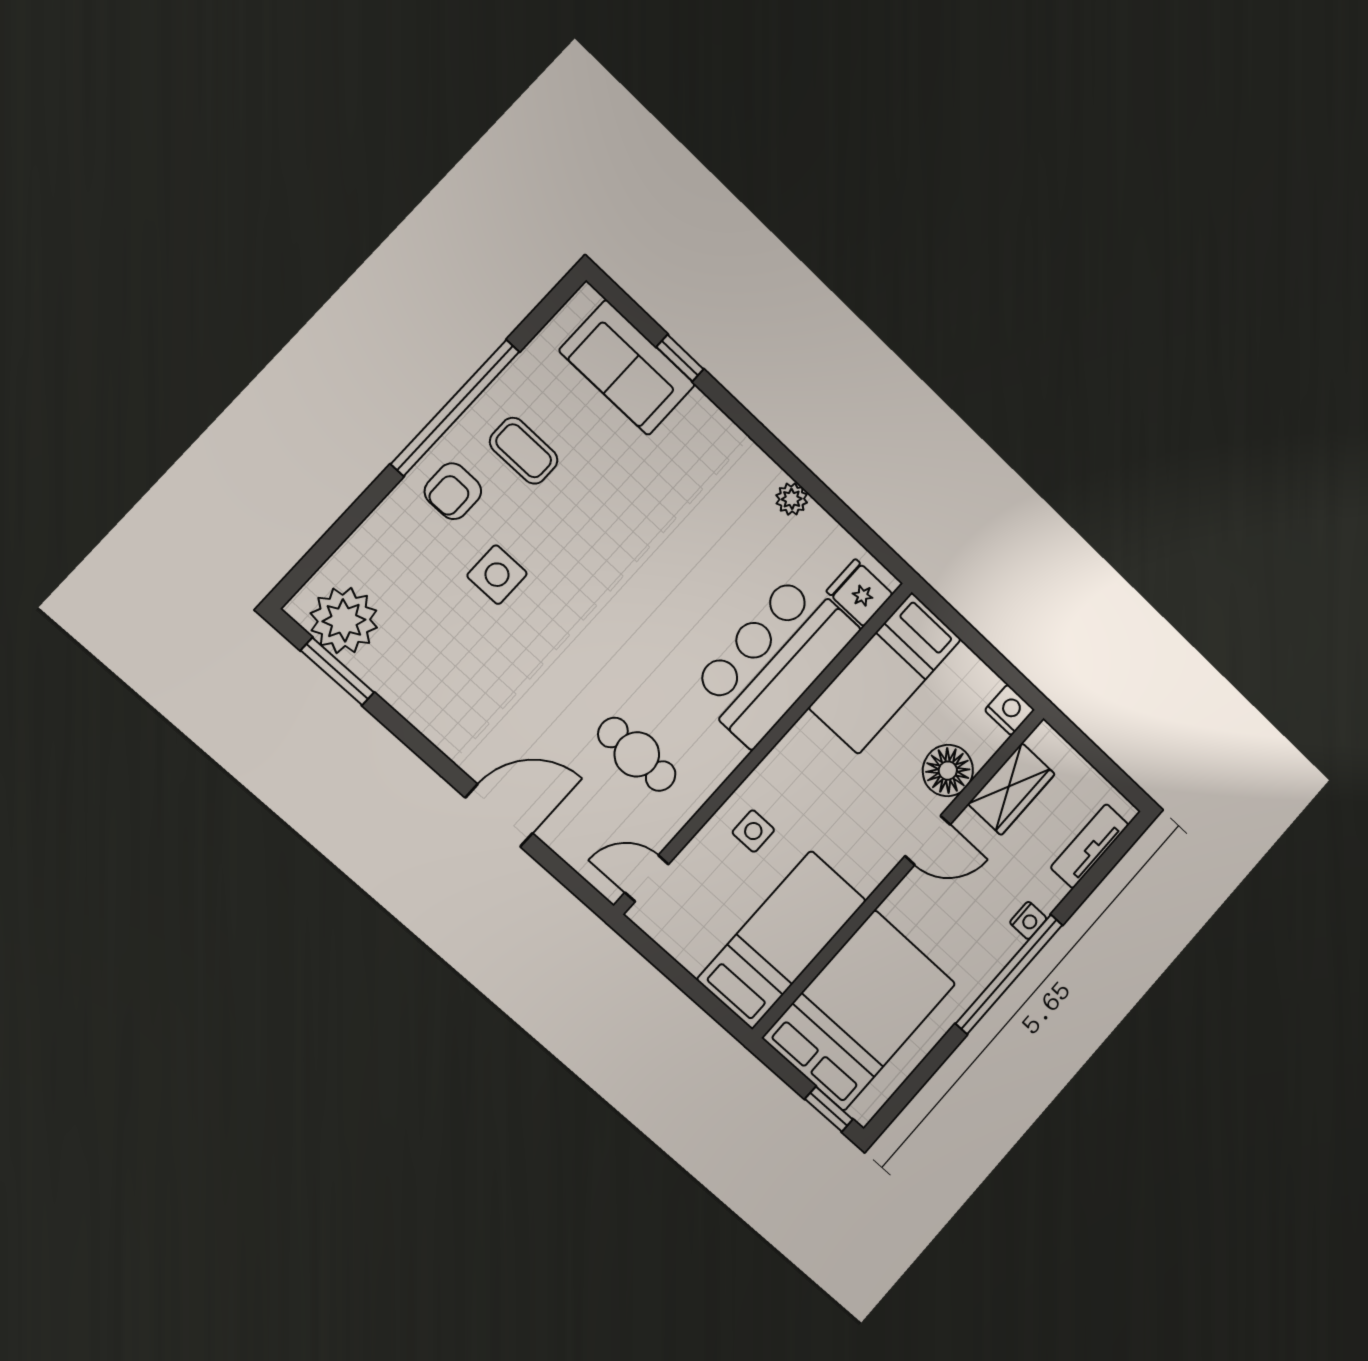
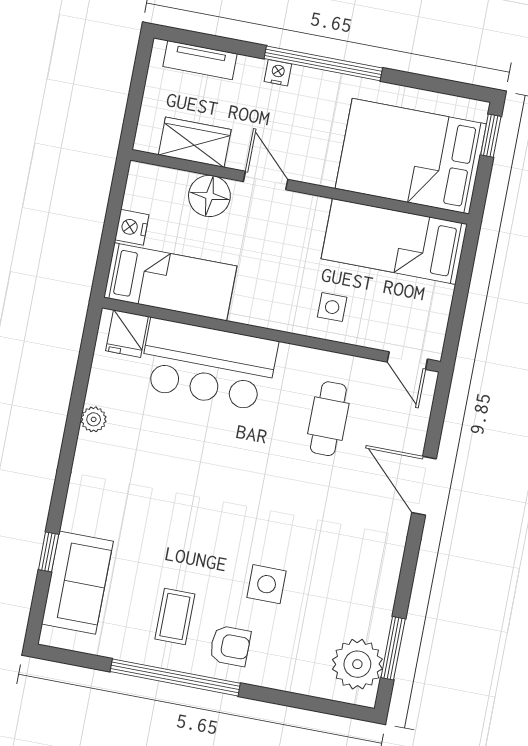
nightstand: (1010, 710) -> (132, 227), moved

